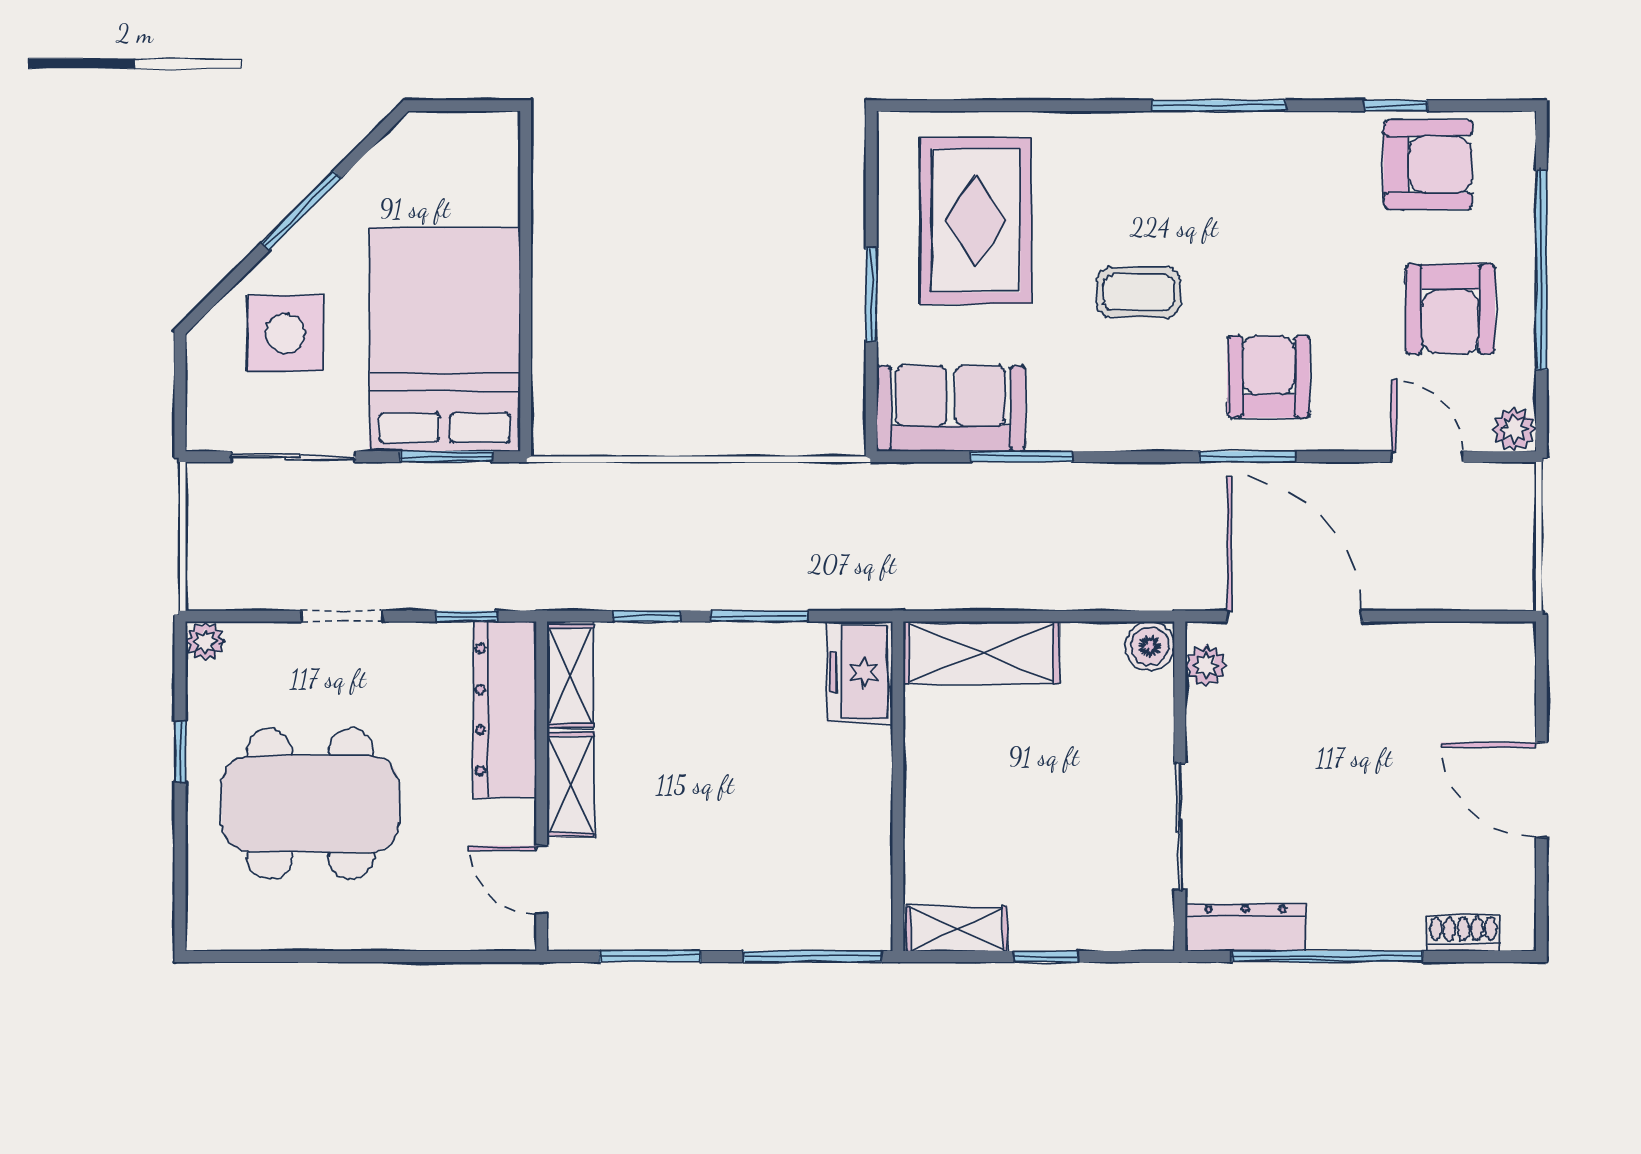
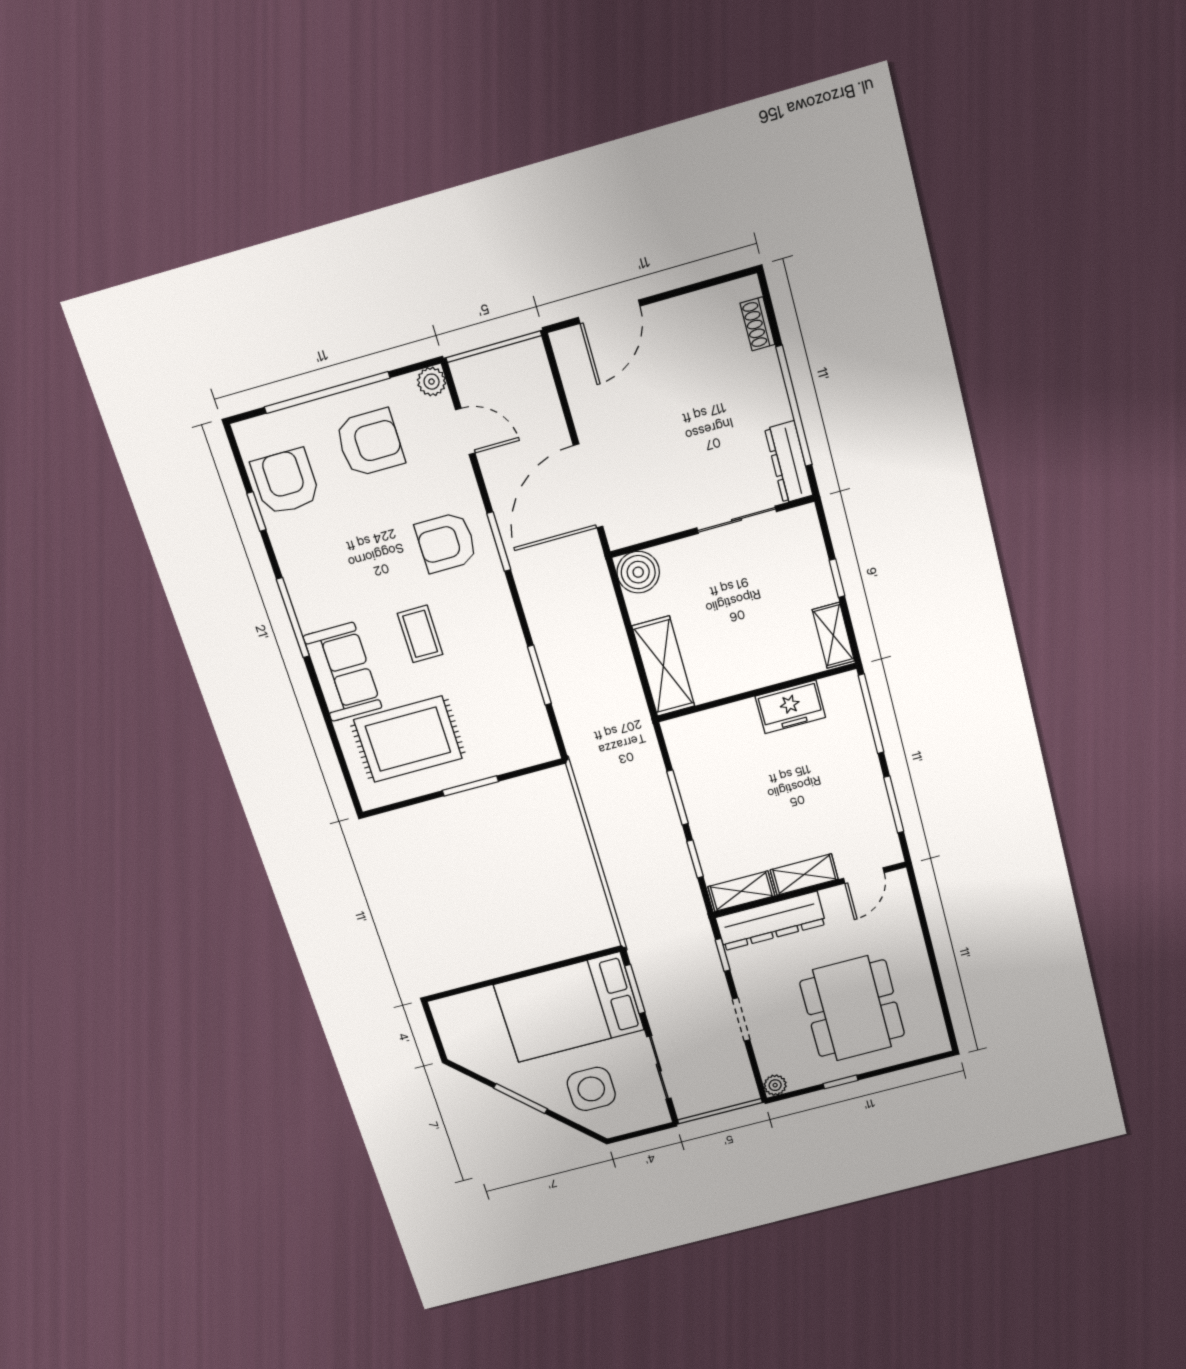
sofa: (951, 408) -> (343, 672), moved, turned 180
door: (1427, 457) -> (465, 431), swing flipped
boiler: (1150, 646) -> (638, 572), width x1.36, depth x1.36
plant: (1206, 666) -> (634, 531), removed
freezer: (860, 672) -> (790, 707), moved
door: (1541, 790) -> (609, 312), moved

